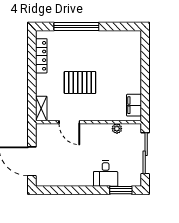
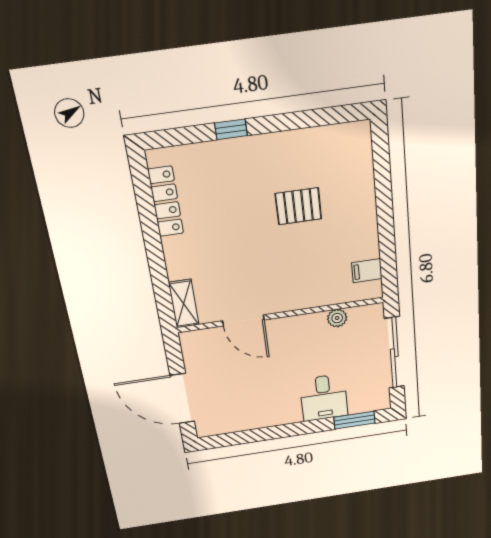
window: (76, 27) -> (231, 129), width x0.32
pallet: (80, 82) -> (298, 206), moved, width x0.67, depth x0.71
filing cabinet: (134, 105) -> (367, 271), width x0.50

